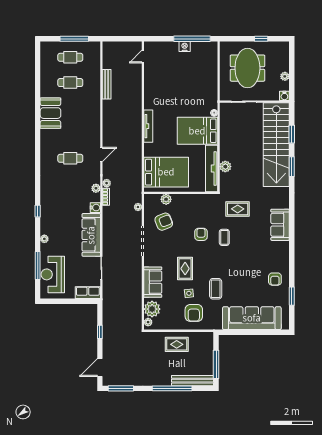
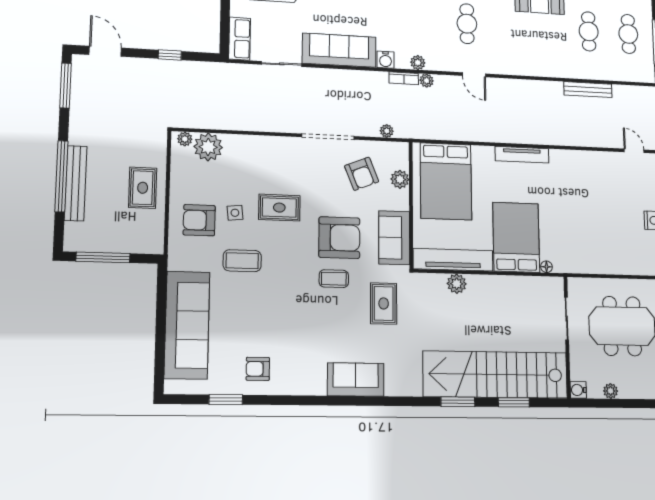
armchair: (201, 234) -> (339, 238), width x1.88, depth x1.88
sofa: (153, 282) -> (394, 238), moved, turned 90
bench: (193, 381) -> (76, 183), moved

